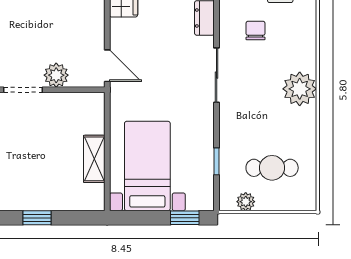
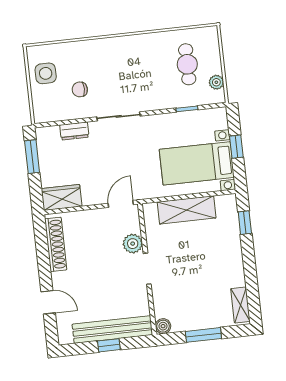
plant: (300, 89) -> (122, 49), removed
shelving: (94, 159) -> (187, 210), width x1.50, depth x1.33
window: (37, 218) -> (245, 223), moved
window: (185, 218) -> (236, 147), moved

